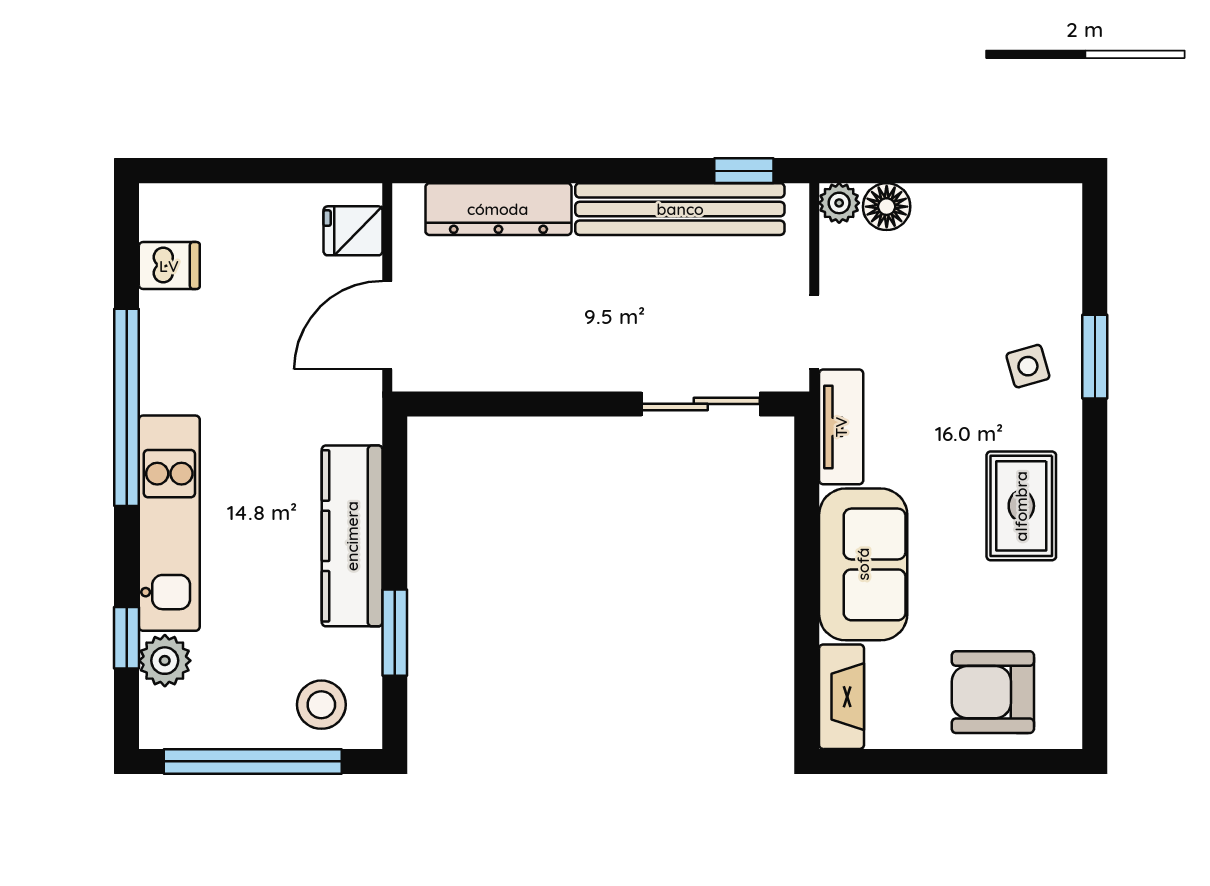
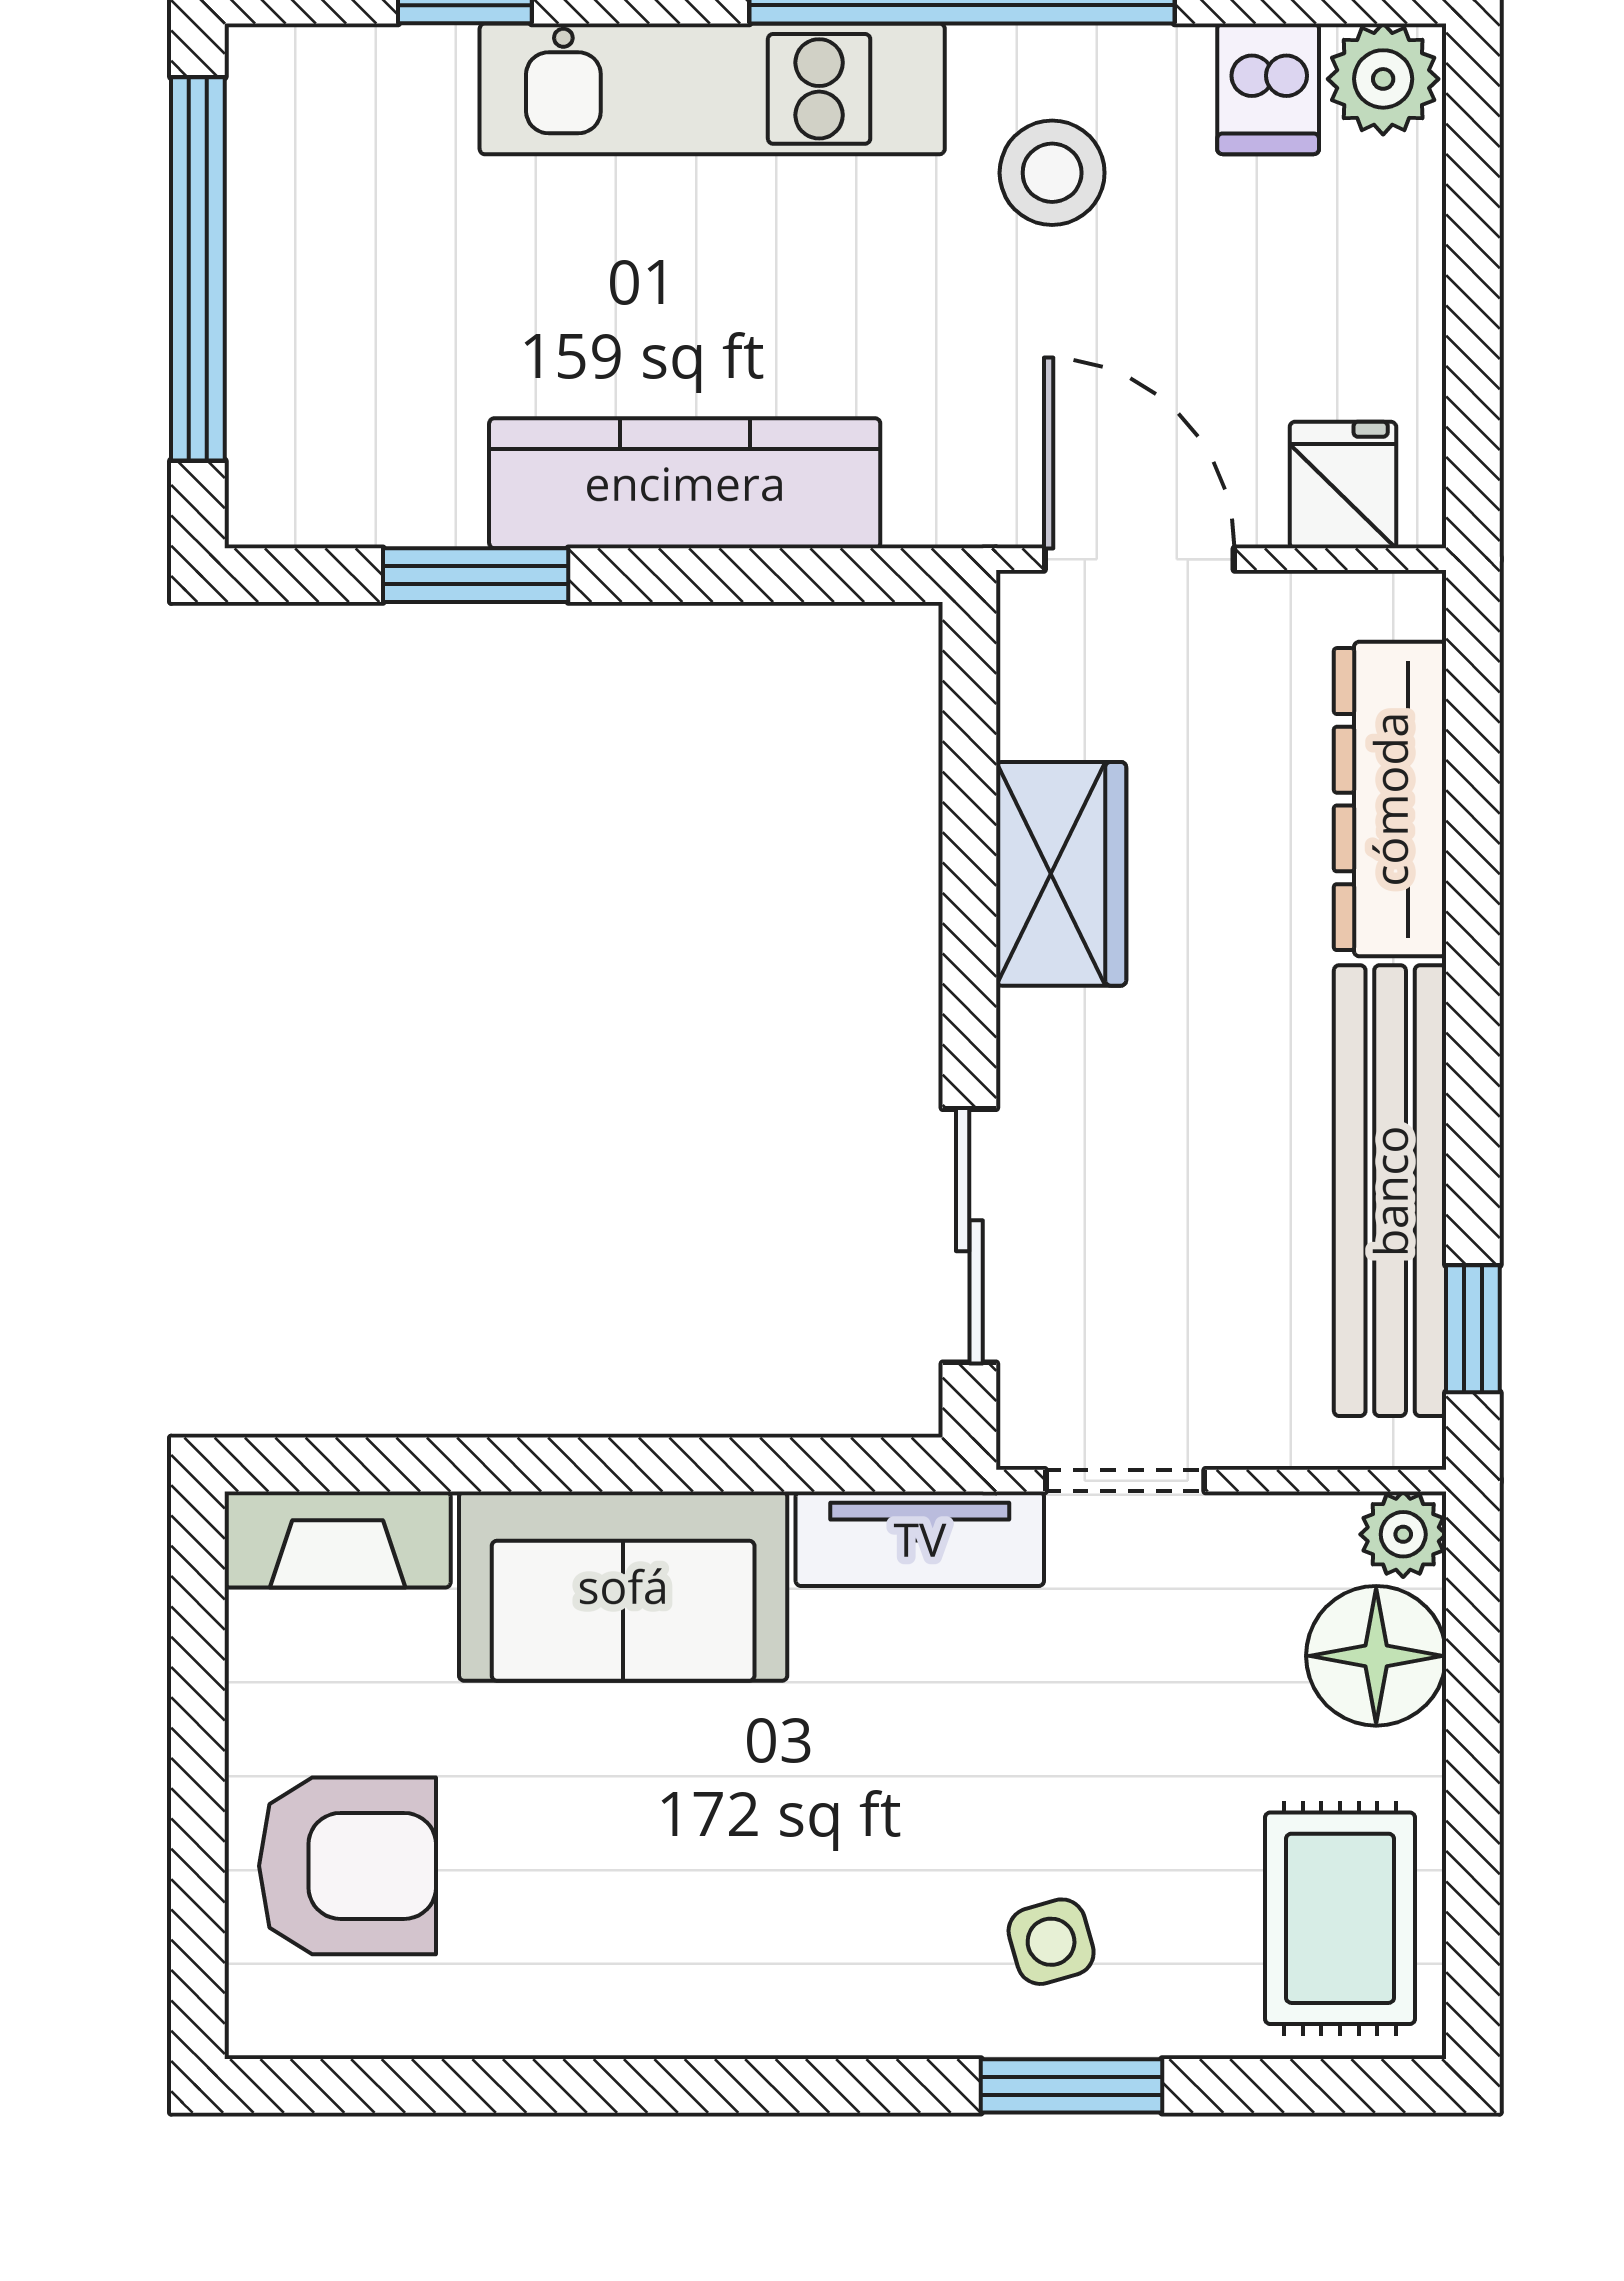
floor lamp: (887, 207) -> (1376, 1656), width x1.38, depth x1.38
wardrobe: (533, 361) -> (1061, 874), added
rug: (1021, 506) -> (1340, 1918), moved, turned 90
plant: (165, 661) -> (1383, 79), moved
armchair: (993, 692) -> (348, 1866), turned 90
stool: (321, 705) -> (1052, 173), moved

